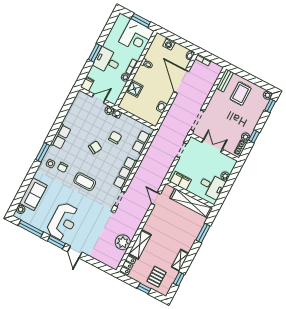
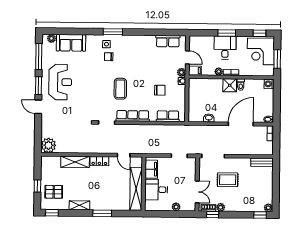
window: (110, 24) -> (259, 33), added
corner desk: (136, 36) -> (261, 51), moved
washing machine: (169, 44) -> (269, 84), moved
filing cabinet: (87, 84) -> (195, 71), moved
shower: (135, 89) -> (230, 85), moved
rug: (241, 94) -> (228, 180), moved
window: (254, 136) -> (213, 214), moved
row of seats: (61, 137) -> (168, 41), moved
double door: (212, 146) -> (197, 192), moved
chair: (95, 147) -> (142, 77), removed
coffee table: (85, 182) -> (120, 89), moved
desk: (212, 186) -> (156, 190), moved, turned 90
door: (156, 199) -> (124, 155), swing flipped
reception desk: (63, 221) -> (60, 82), turned -90
window: (203, 233) -> (102, 213), moved
plant: (123, 242) -> (48, 145), moved
door: (75, 252) -> (38, 107), hinge flipped
locker: (128, 265) -> (99, 161), moved
window: (179, 279) -> (52, 213), moved

